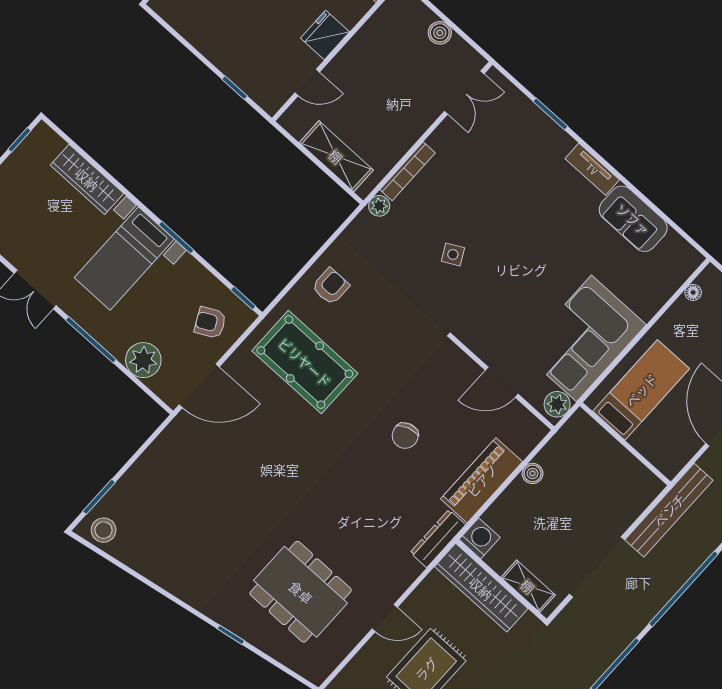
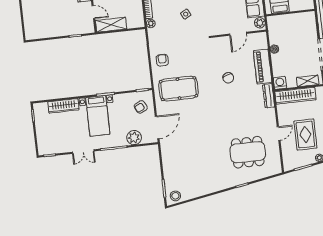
door: (307, 82) -> (93, 12), hinge flipped
shelving: (336, 156) -> (111, 25), moved

